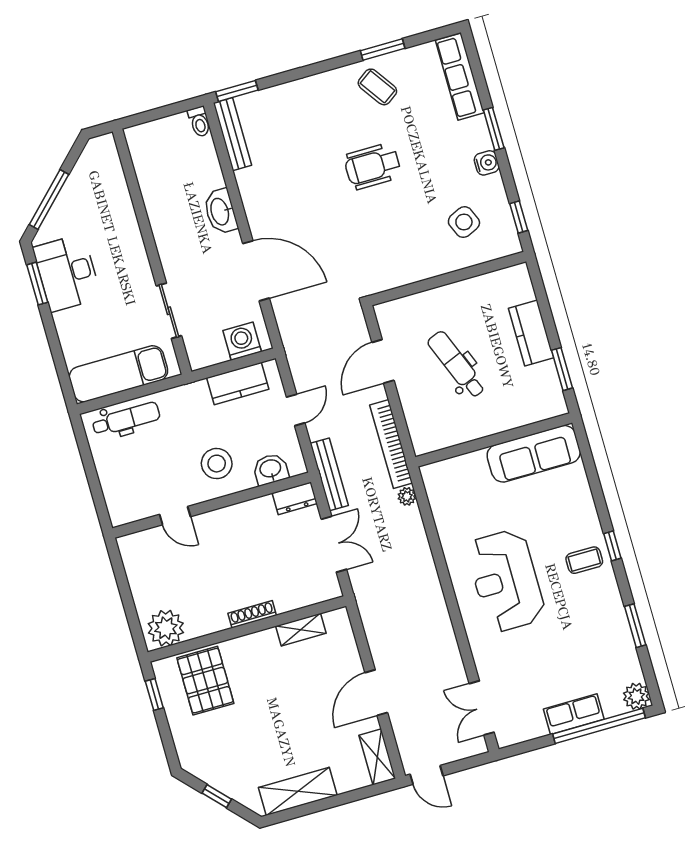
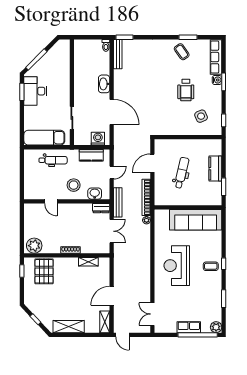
water cooler: (487, 163) -> (217, 80), moved
wheelchair: (373, 166) -> (186, 90), moved, turned -90
dental chair: (457, 365) -> (182, 173), turned 35
dental chair: (126, 419) -> (53, 160), moved
sofa: (534, 454) -> (196, 220), width x1.36, depth x1.27

